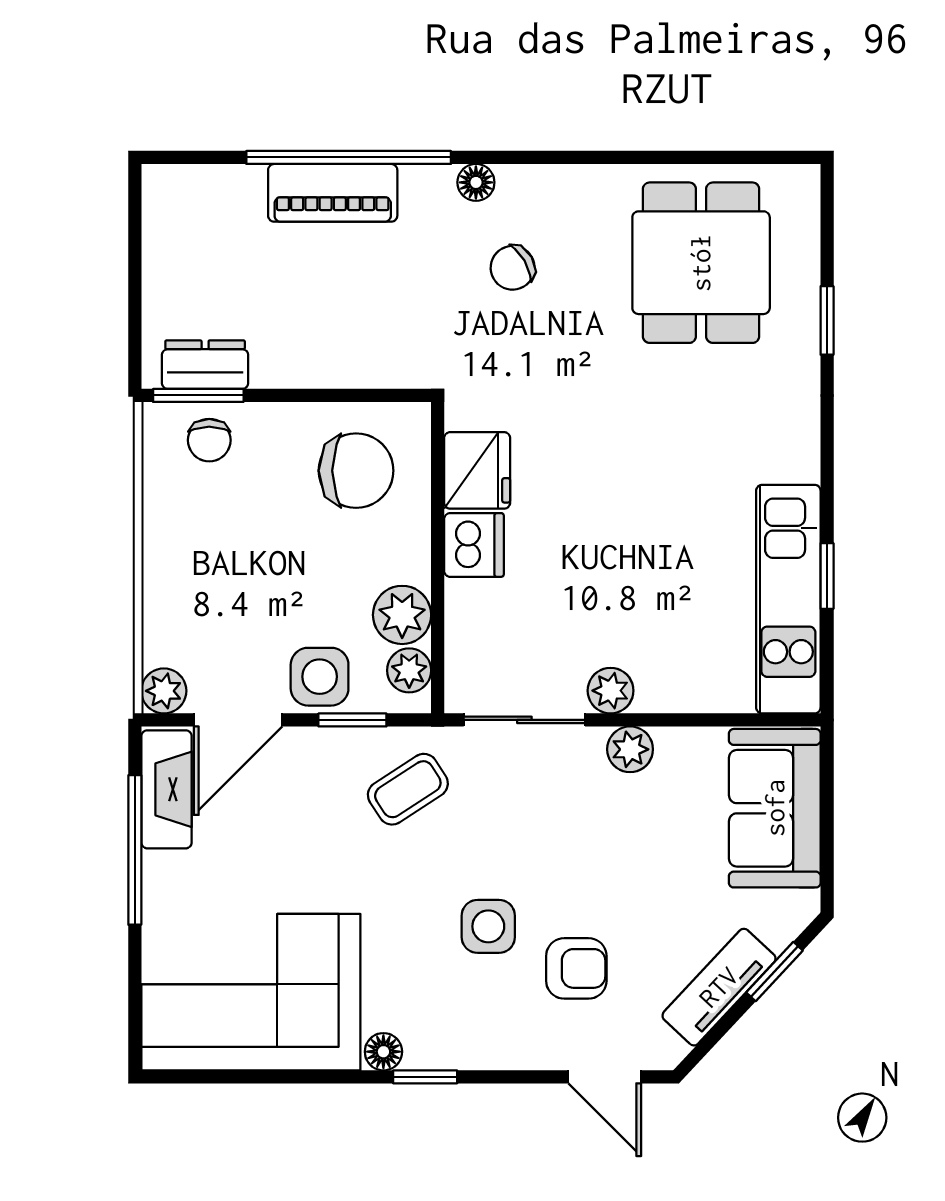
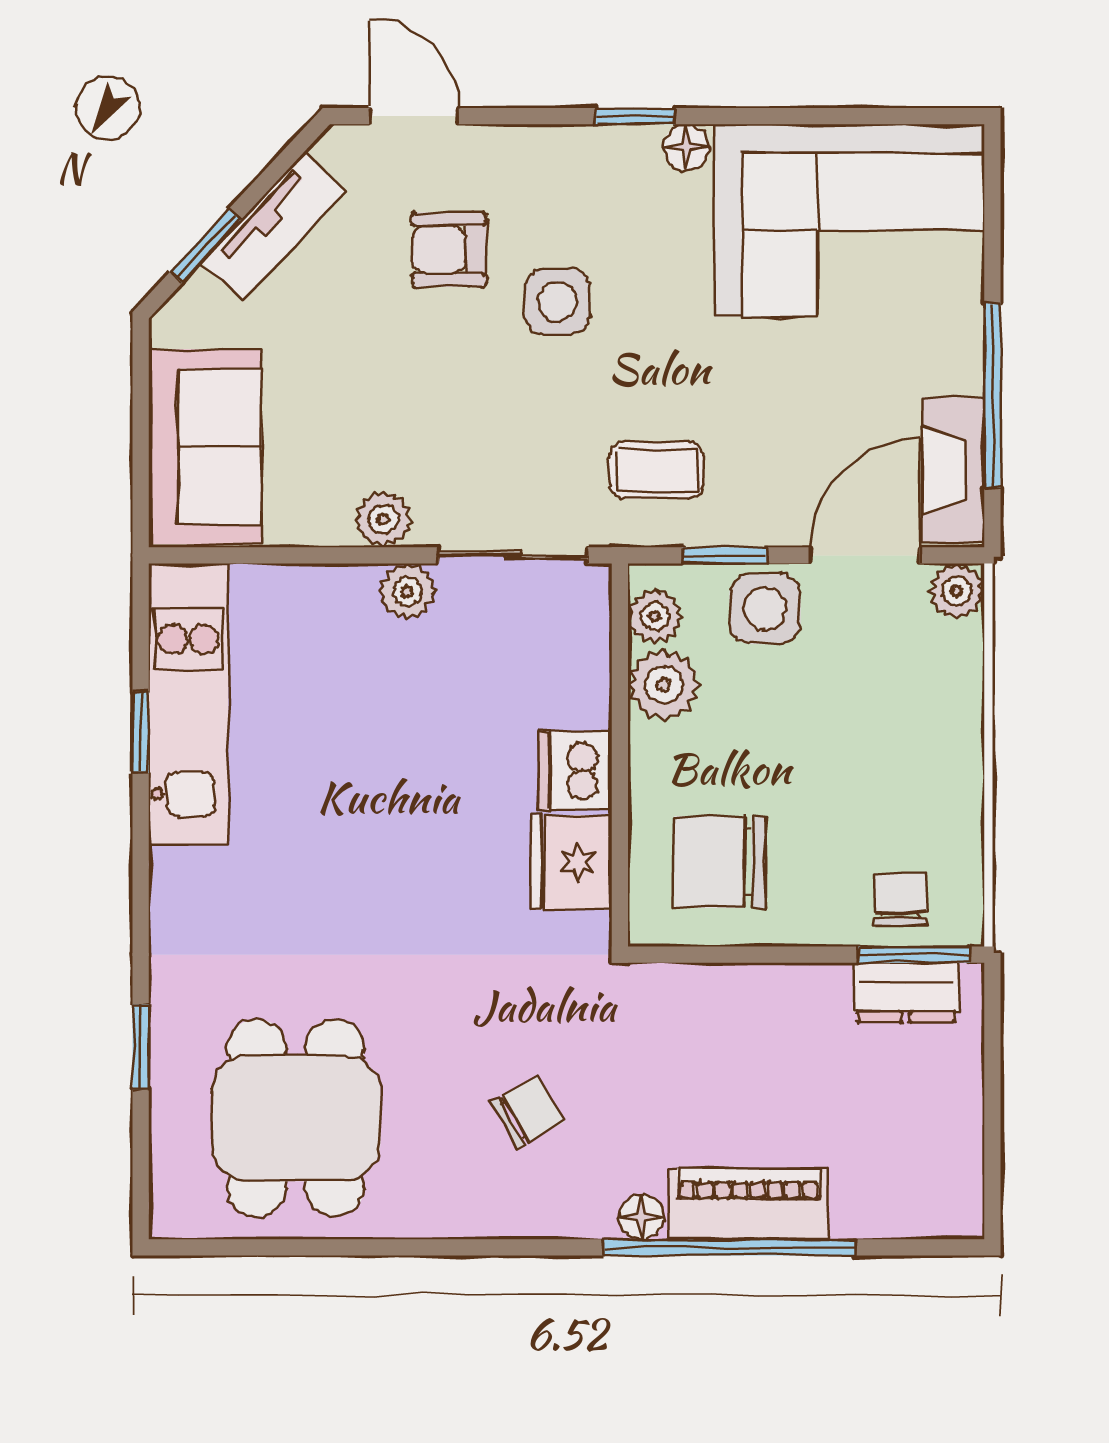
floor lamp: (476, 182) -> (641, 1217), moved
coffee table: (408, 789) -> (656, 470), turned 33

